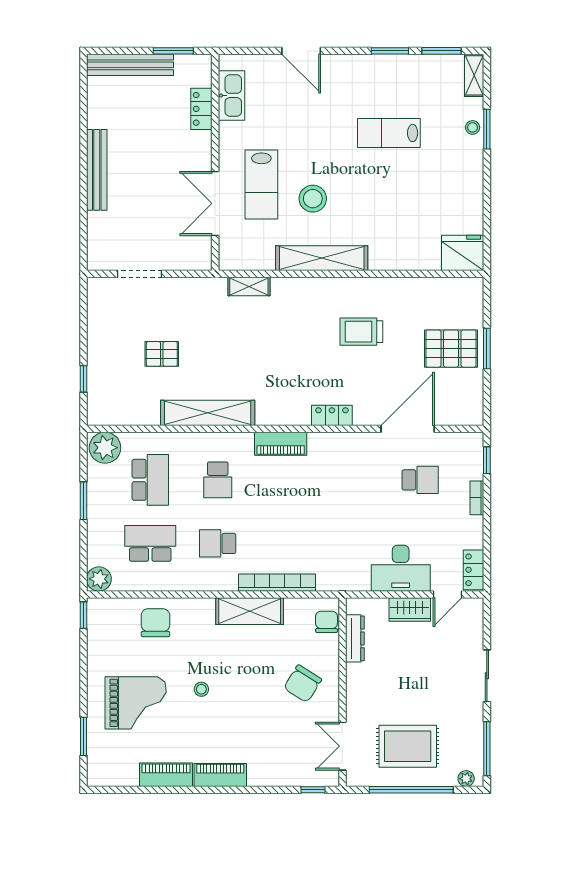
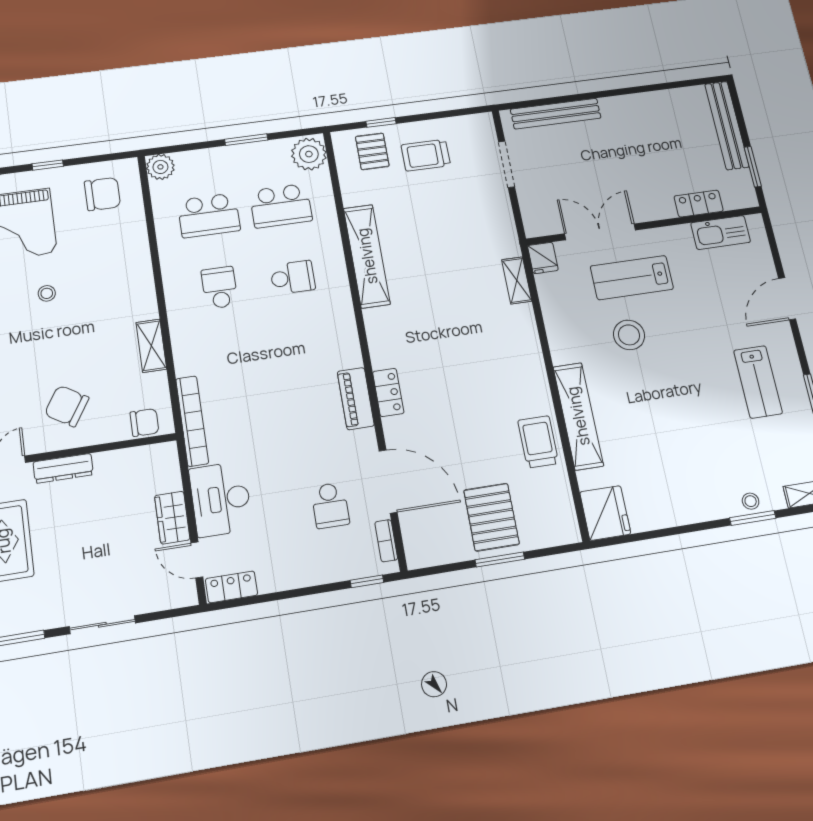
lab bench: (389, 133) -> (758, 382), moved, turned 180
bench: (97, 170) -> (556, 114), moved
shelving: (322, 258) -> (578, 416), moved
fridge: (232, 259) -> (543, 258), added
trolley: (361, 332) -> (538, 442), moved
trolley: (121, 344) -> (426, 155), added
pallet: (162, 354) -> (372, 151), moved
piano: (281, 444) -> (356, 399), moved
school desk: (218, 480) -> (293, 277), turned 180
bookcase: (477, 498) -> (386, 541), moved, turned -90
school desk: (150, 543) -> (209, 215), turned 90
bookcase: (277, 583) -> (192, 421), moved
shelving: (250, 611) -> (151, 346), width x0.67, depth x0.75
window: (83, 615) -> (48, 165), moved
chair: (155, 623) -> (102, 194), moved
dresser: (355, 638) -> (63, 468), moved

